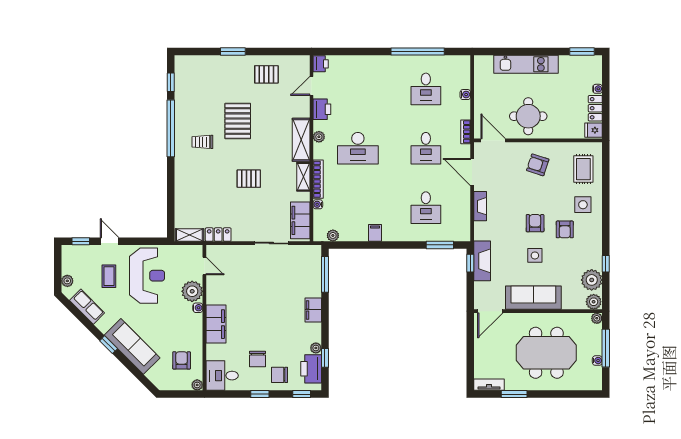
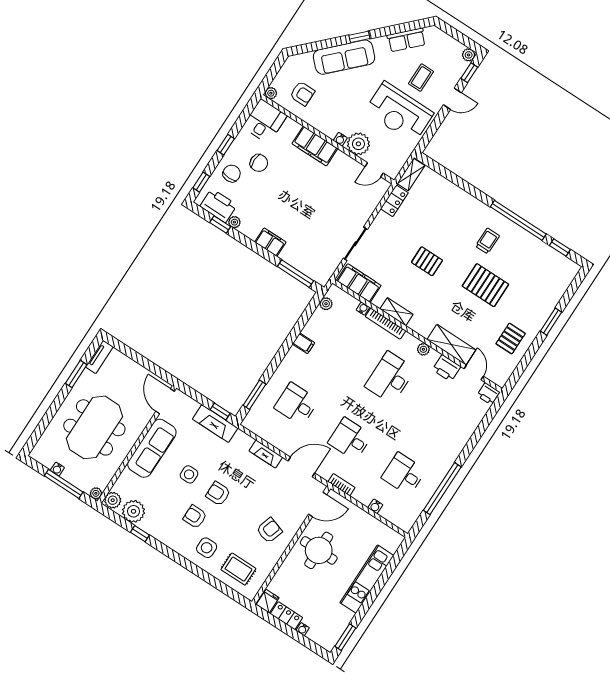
shelving: (301, 140) -> (451, 345), moved
pallet: (249, 179) -> (427, 261), turned 90
armchair: (535, 223) -> (218, 494), turned 180
coffee table: (109, 276) -> (421, 78), turned 90
plant: (67, 281) -> (469, 55), moved
chair: (258, 359) -> (259, 163), turned 180

